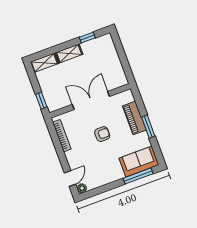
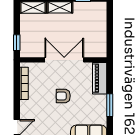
piano: (134, 118) -> (100, 78), moved
armchair: (102, 134) -> (63, 96), turned 180

